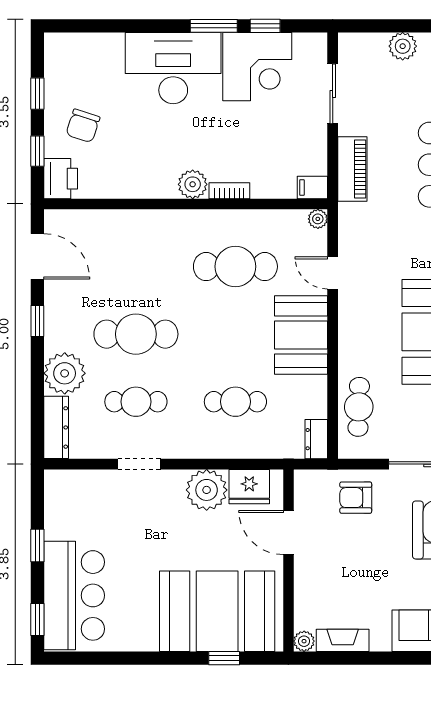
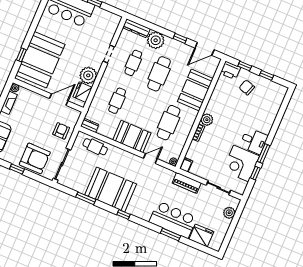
plant: (403, 46) -> (229, 213), moved
desk: (173, 68) -> (254, 141), width x0.53, depth x0.77
booth: (138, 238) -> (195, 90), added

